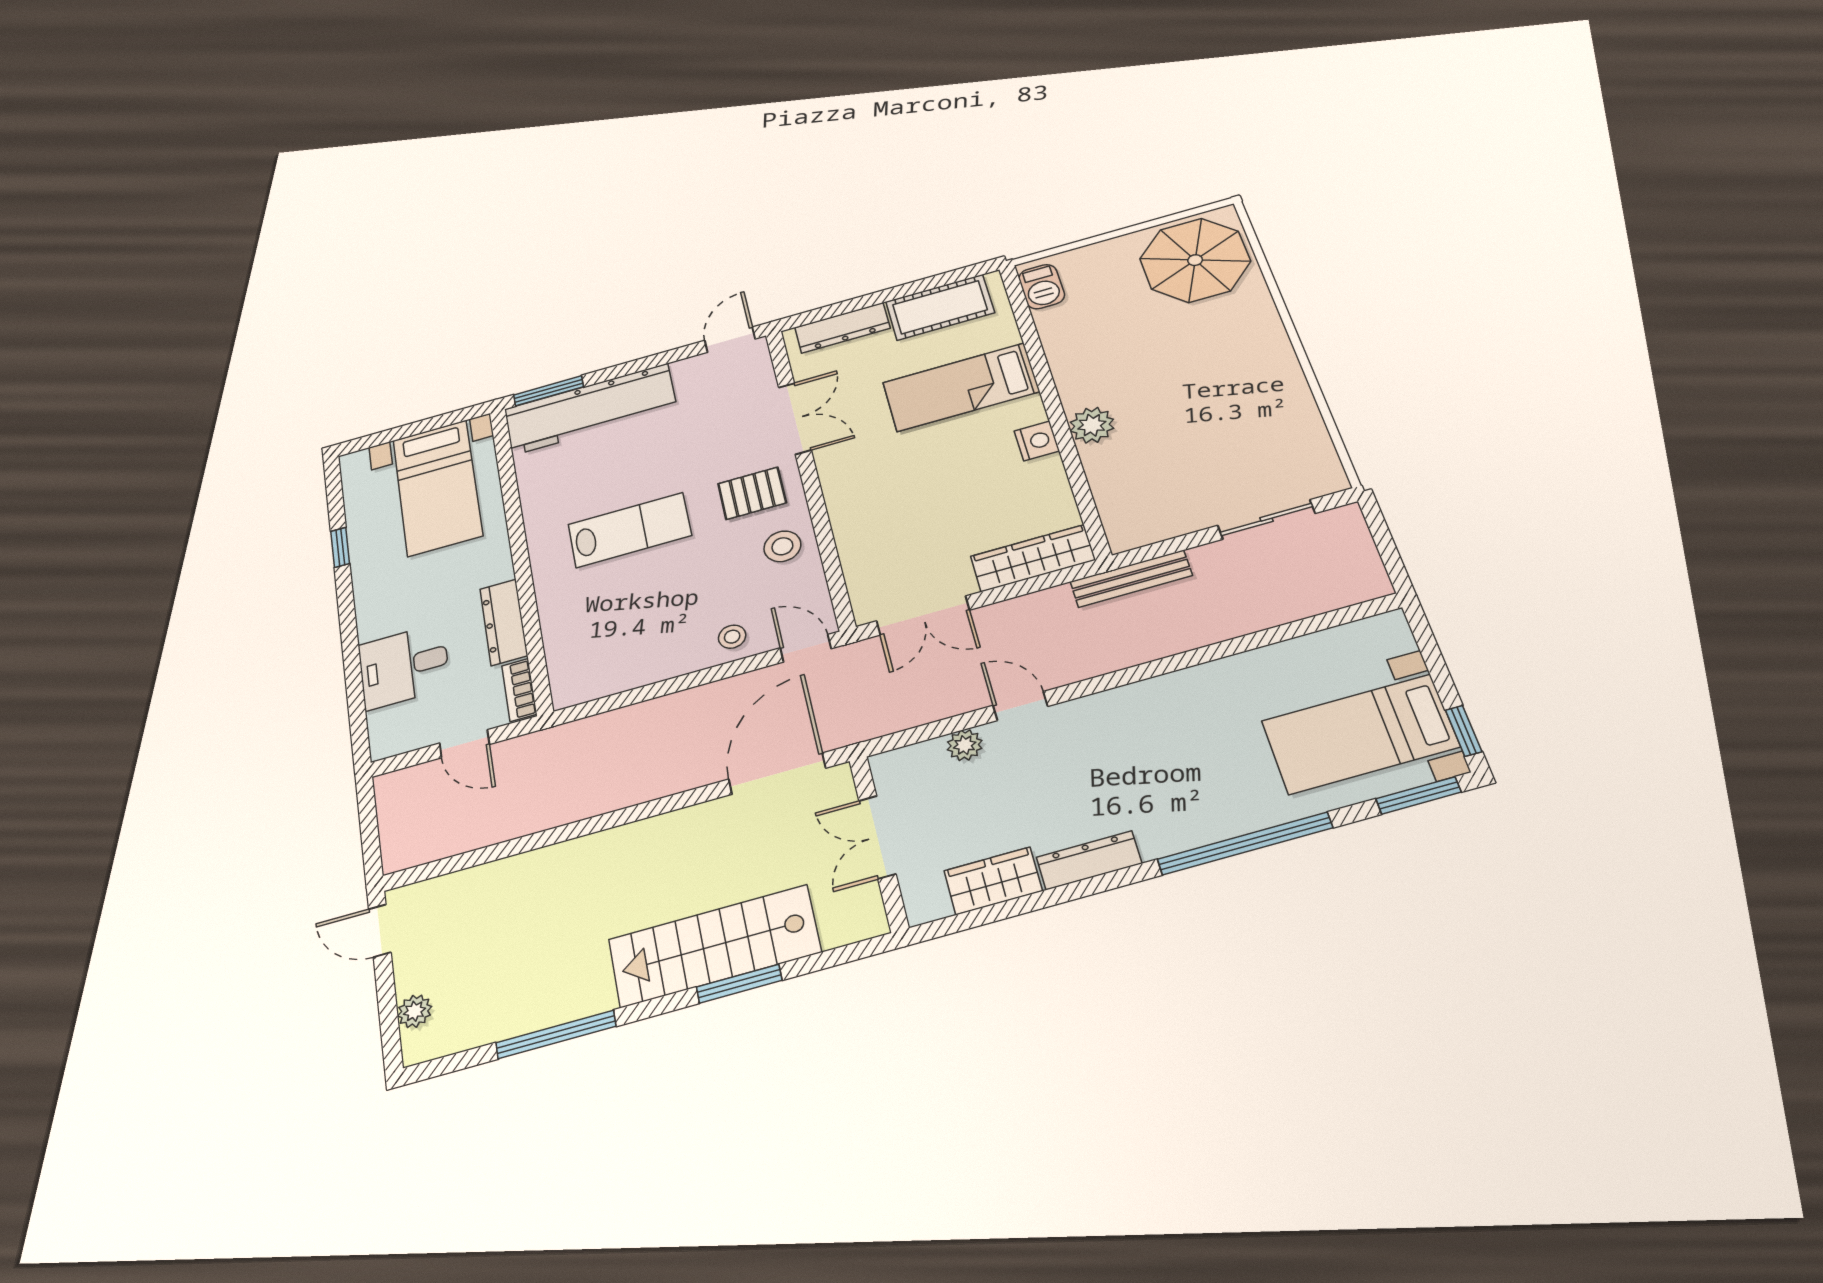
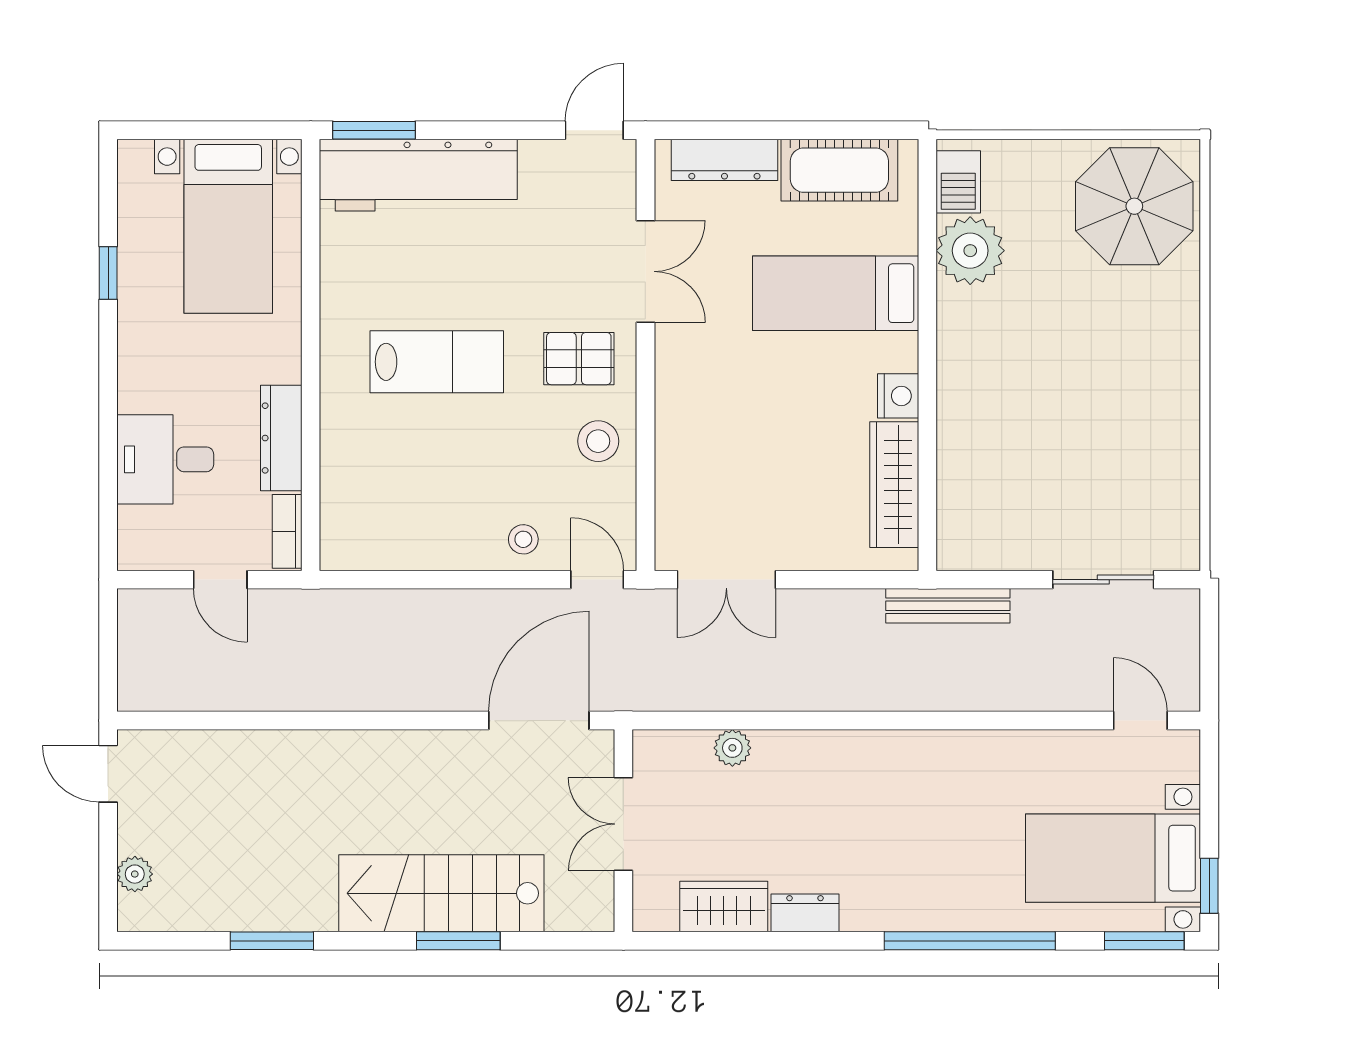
plant: (1092, 425) -> (970, 251), moved, width x1.36, depth x1.36
wardrobe: (1033, 558) -> (894, 485), moved, turned -90
door: (1020, 706) -> (1140, 721), moved
dresser: (1089, 860) -> (805, 913), width x0.70
window: (556, 1035) -> (272, 941), width x0.69

